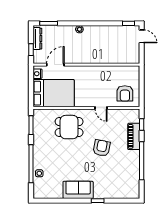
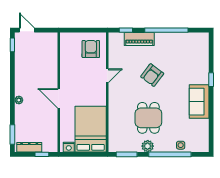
door: (142, 36) -> (27, 30), hinge flipped
door: (55, 65) -> (59, 98), moved
armchair: (125, 93) -> (91, 49), turned -90
dining table: (69, 127) -> (148, 118), moved
plant: (38, 144) -> (148, 146), added
armchair: (102, 148) -> (152, 75), turned -64

